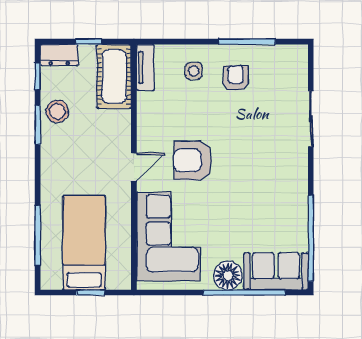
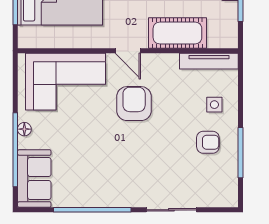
tv unit: (145, 67) -> (209, 61), width x1.41
cot: (114, 76) -> (177, 33), moved
window: (311, 238) -> (92, 210), moved
floor lamp: (228, 276) -> (24, 129), width x0.53, depth x0.53

